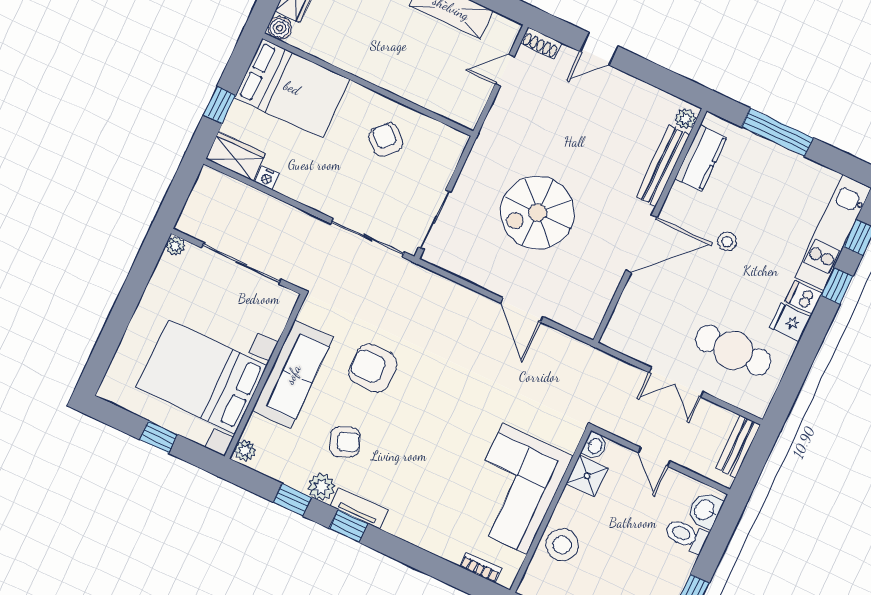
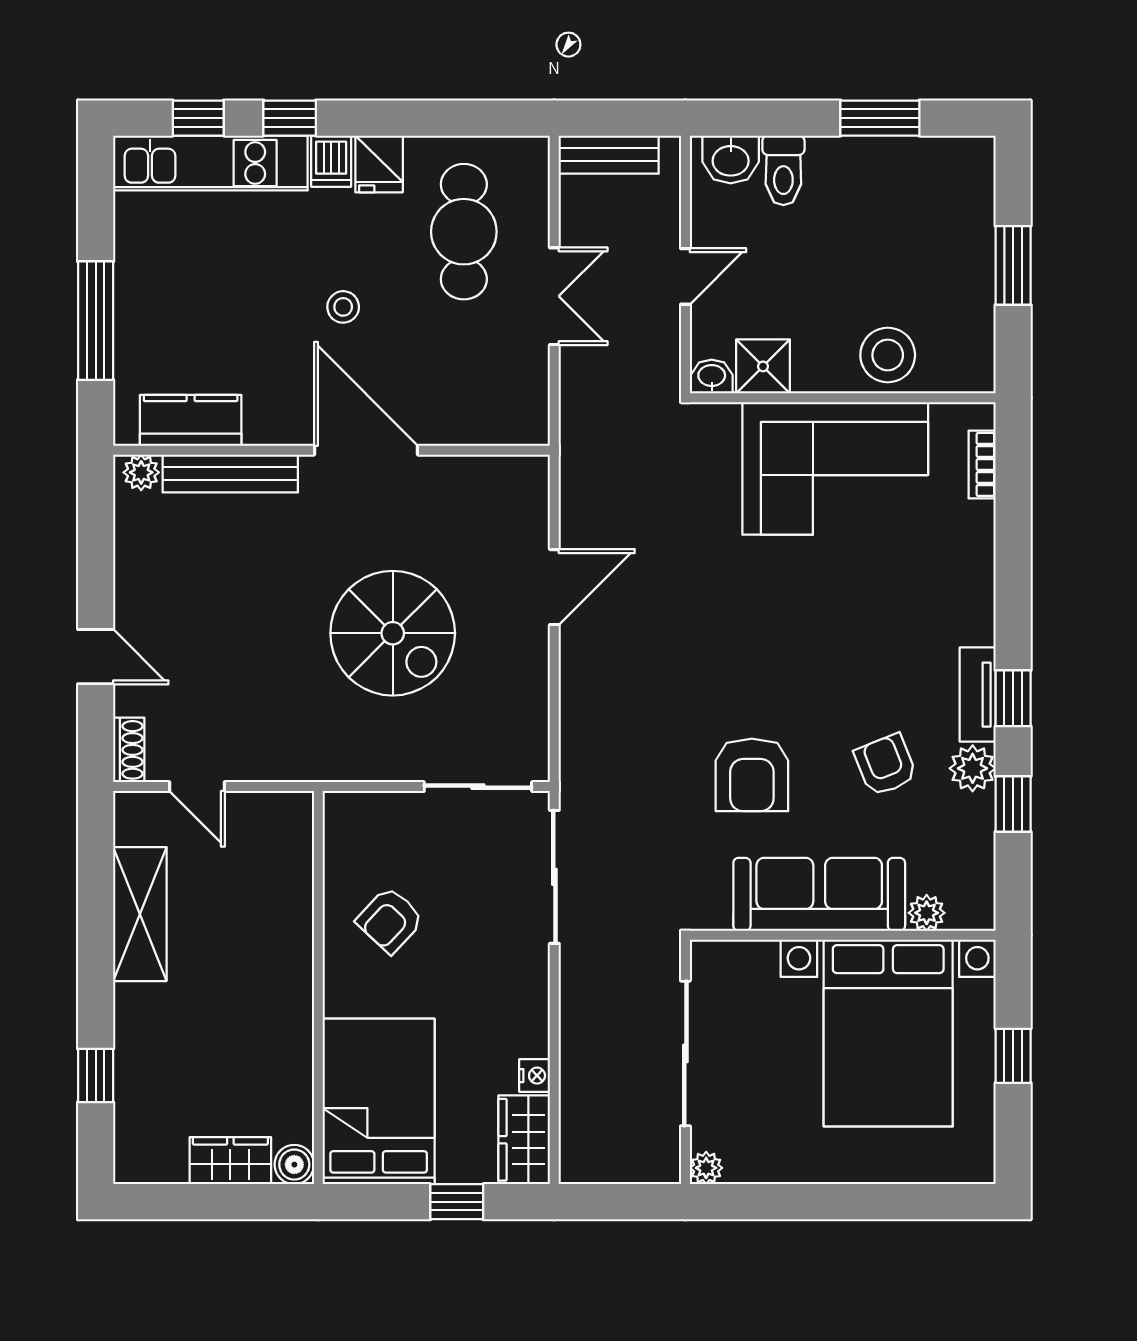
stool: (727, 242) -> (343, 307), moved
plant: (245, 451) -> (927, 913), moved

